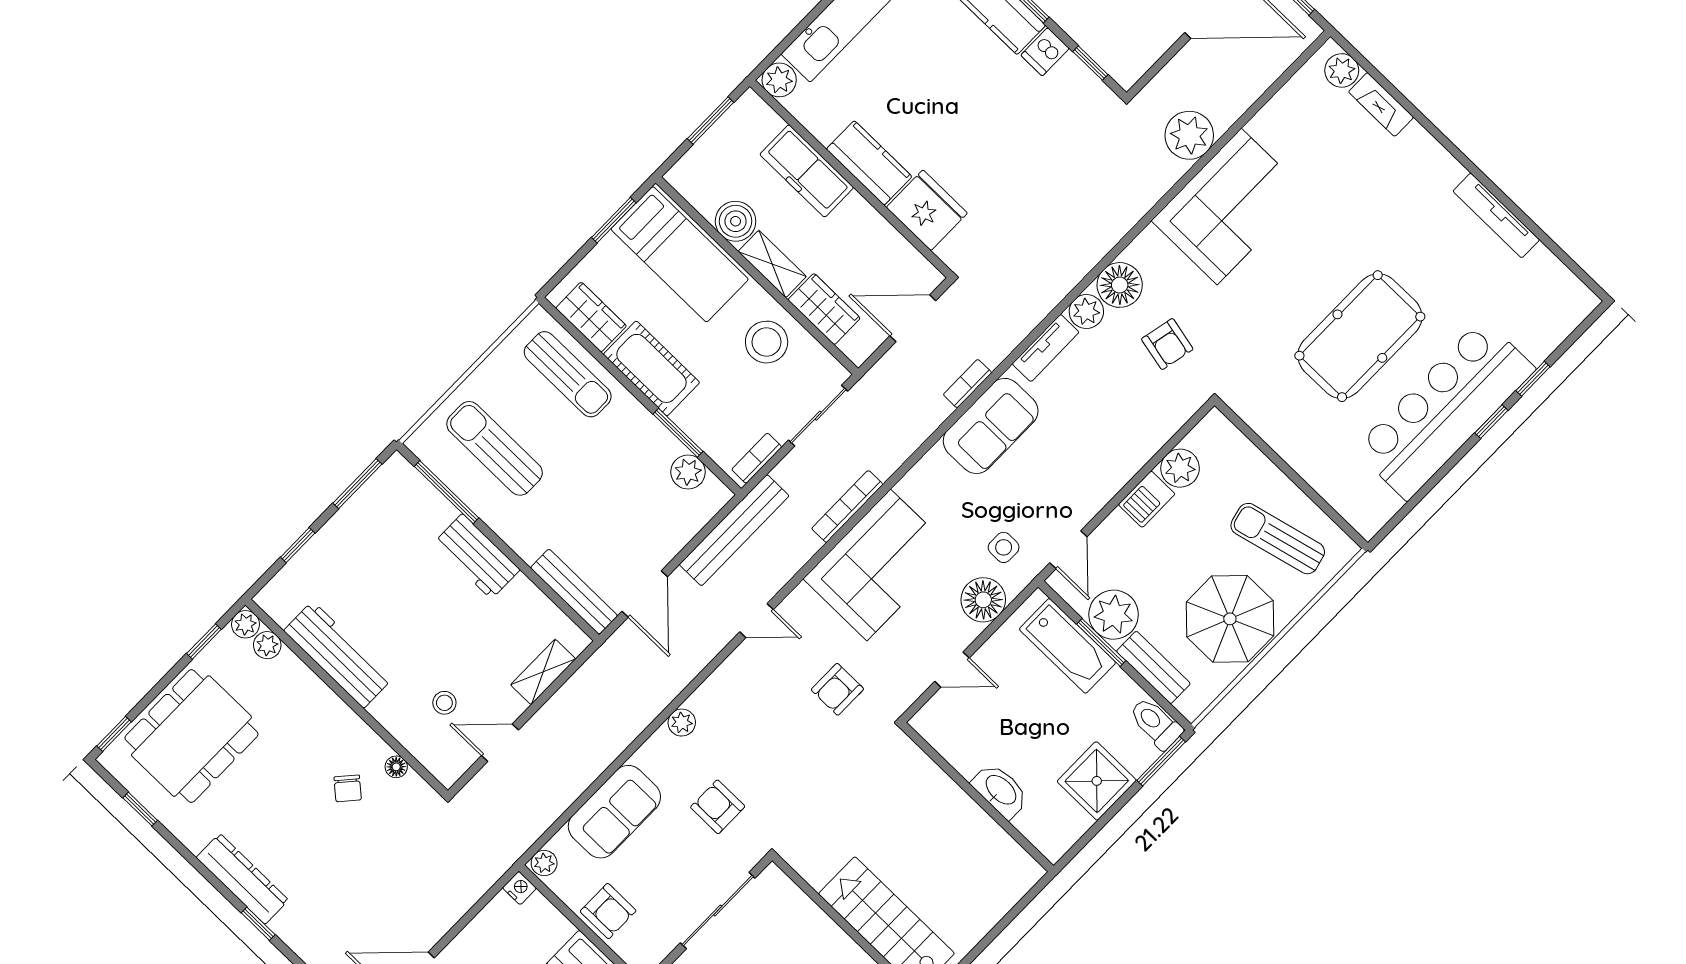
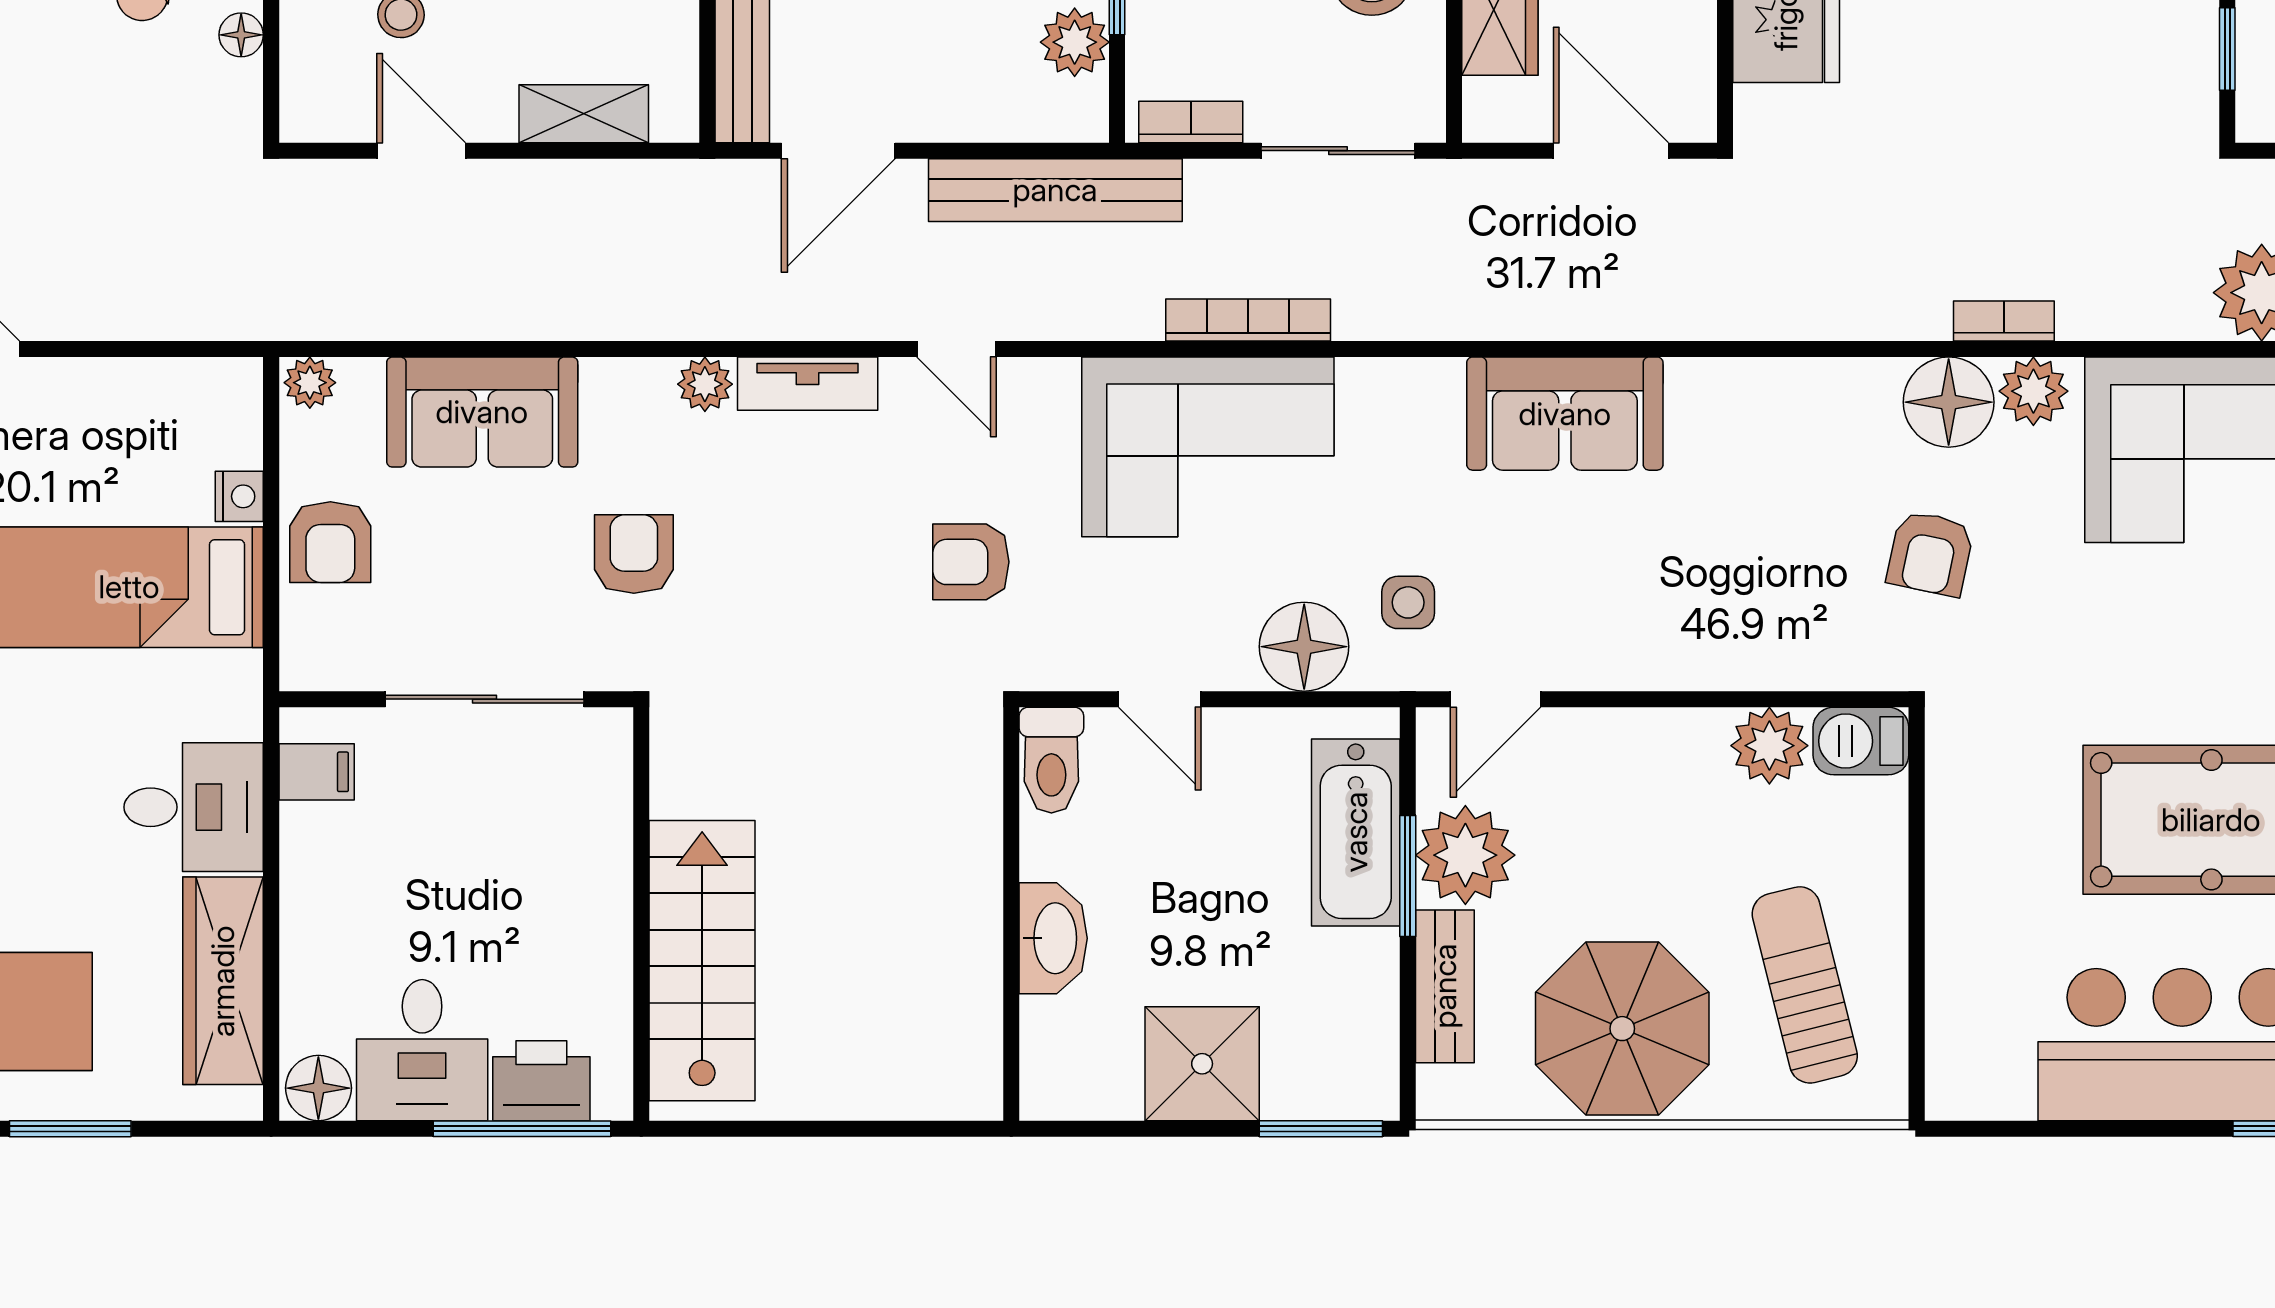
plant: (1086, 312) -> (2033, 391), moved
tv unit: (1046, 348) -> (808, 384), moved
bookcase: (967, 384) -> (2004, 321), moved
barbecue: (1147, 499) -> (1861, 741), moved
toilet: (1156, 723) -> (1051, 760), moved, turned 180
nightstand: (519, 888) -> (239, 496), moved

